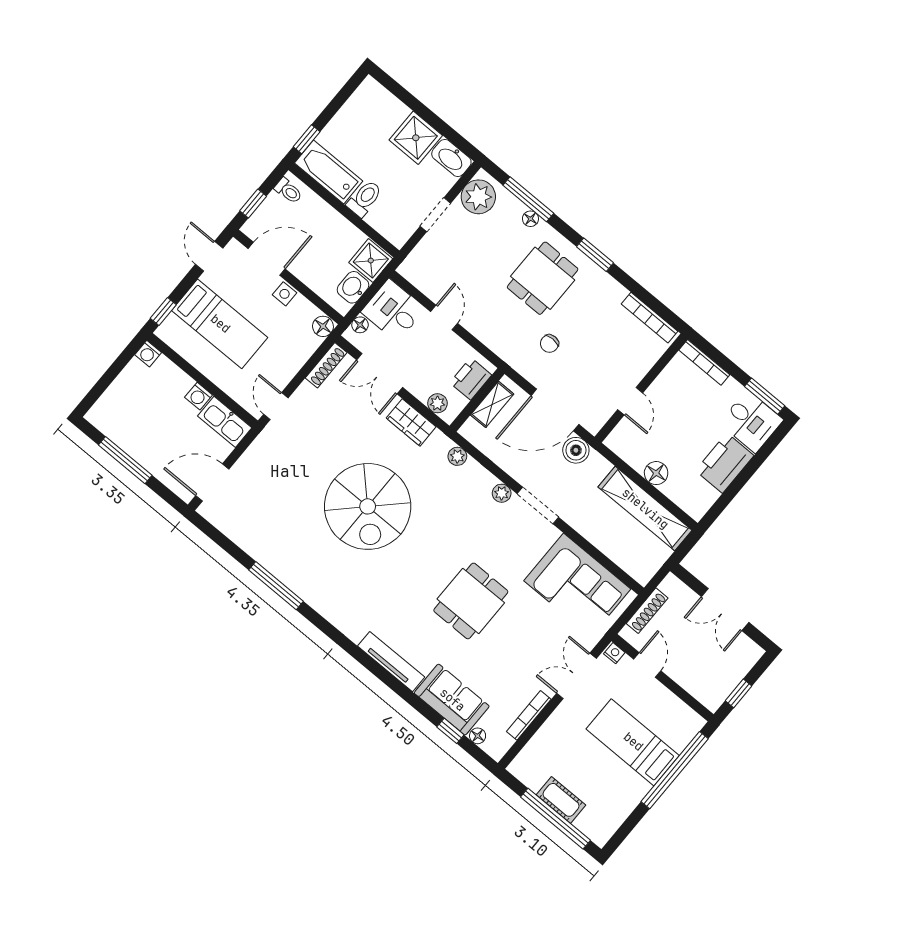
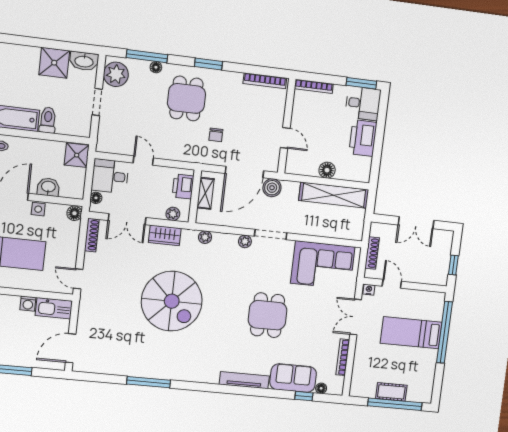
washbasin: (353, 287) -> (48, 187), moved, turned 90

